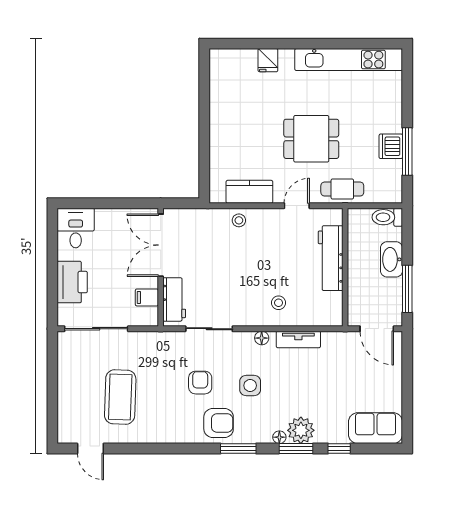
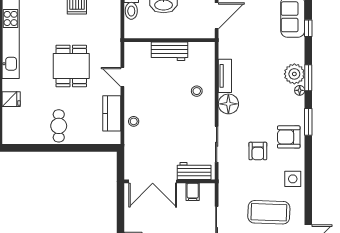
cafe table: (342, 189) -> (59, 126), moved
workbench: (331, 258) -> (169, 51), width x0.73
floor lamp: (262, 338) -> (228, 104), width x1.89, depth x1.89
armchair: (200, 383) -> (258, 151), turned -90
side table: (250, 385) -> (293, 179), moved
armchair: (219, 423) -> (289, 137), turned -90
window: (339, 449) -> (308, 28), moved

